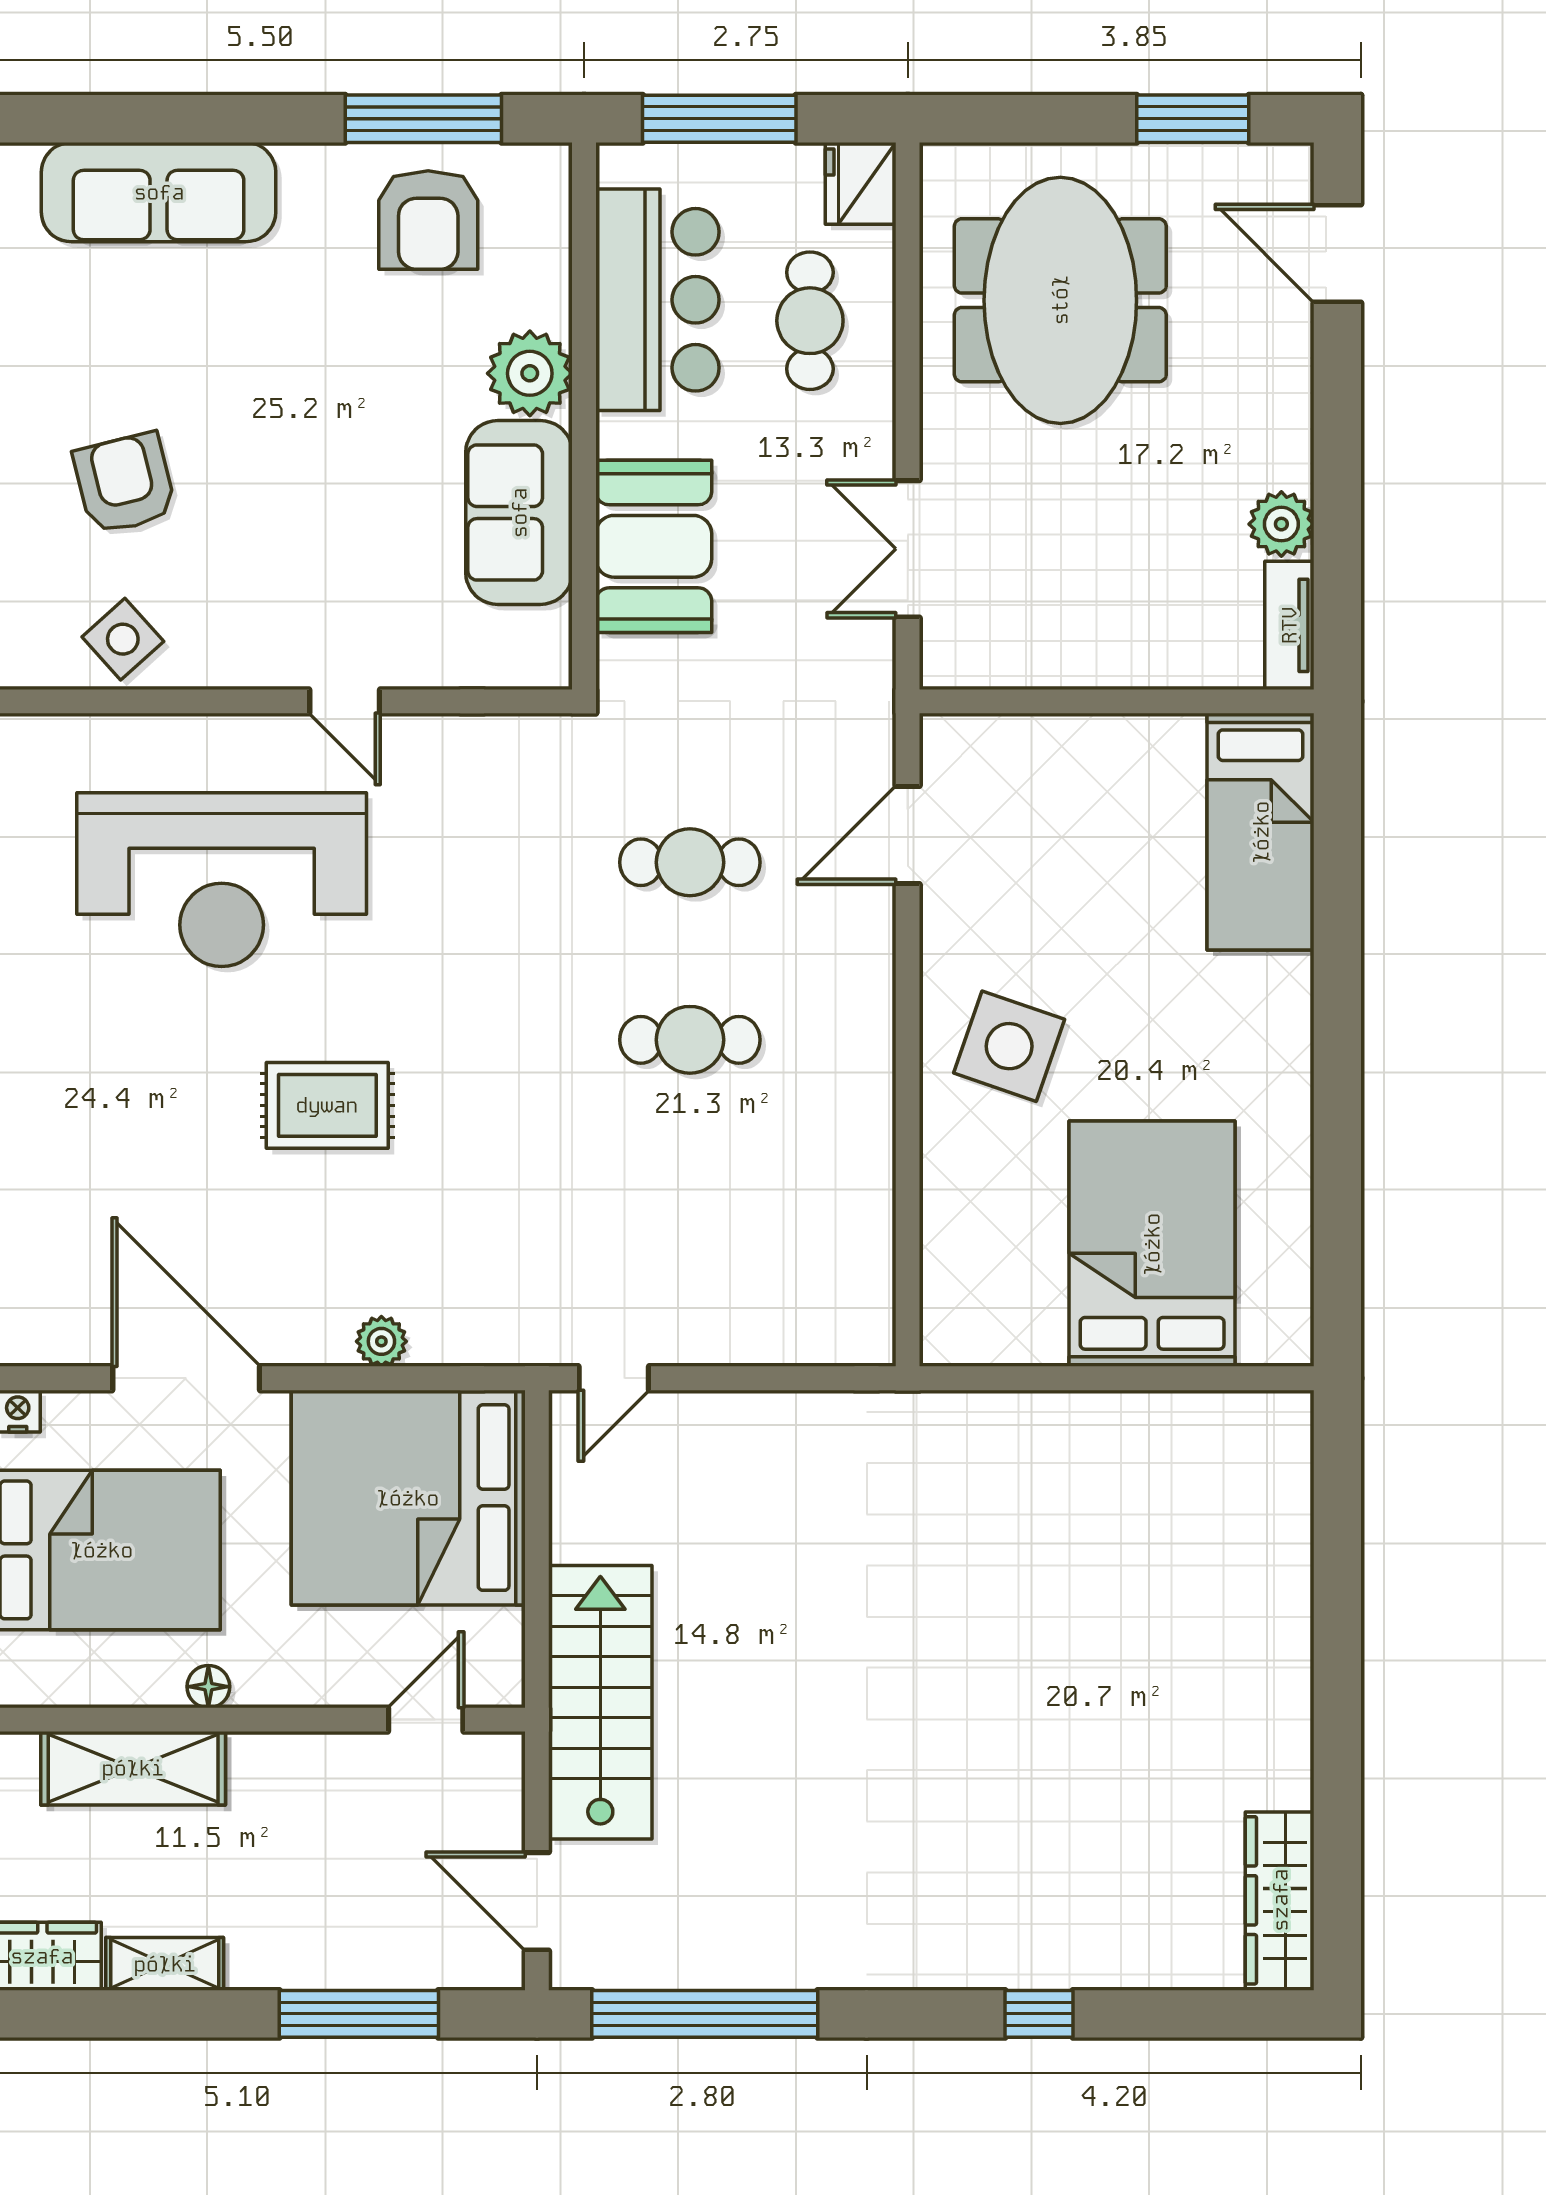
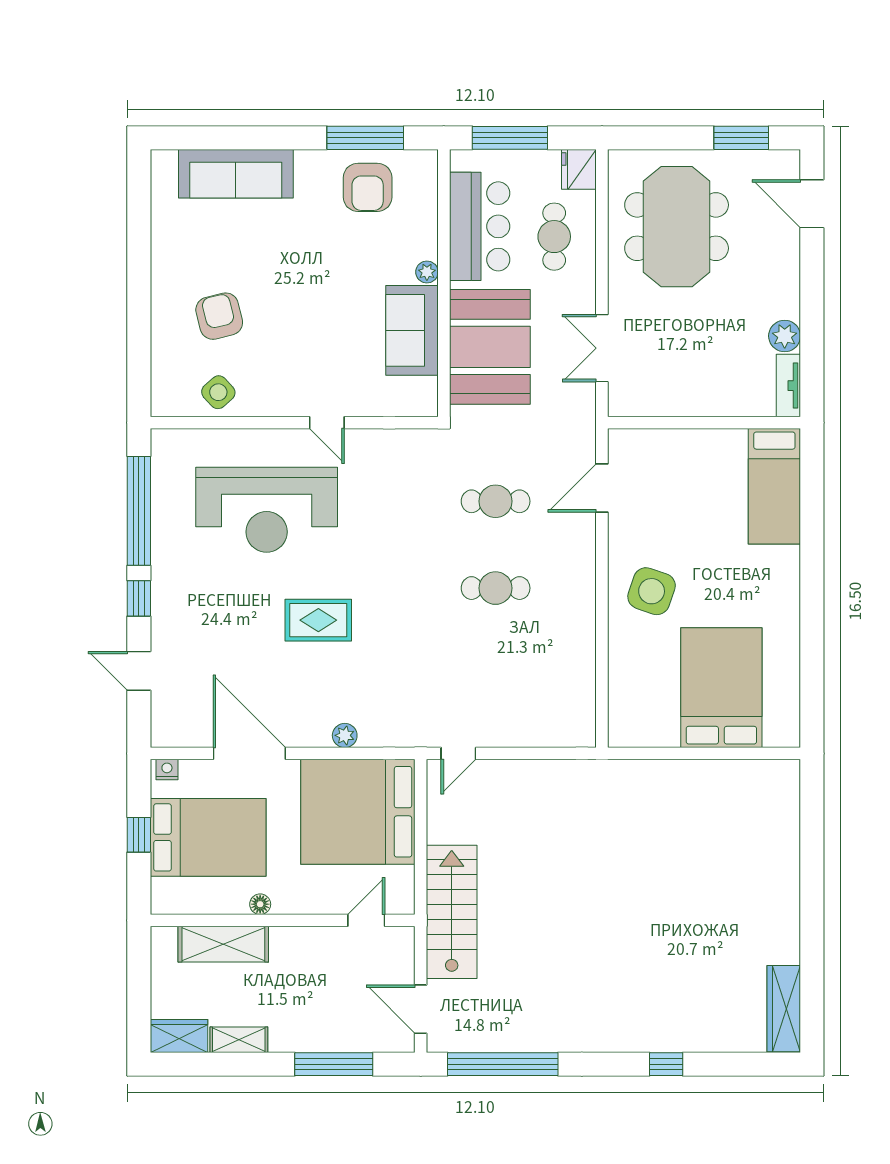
plant: (530, 373) -> (427, 272), width x0.53, depth x0.53
booth: (654, 546) -> (490, 347), width x1.36, depth x1.42

